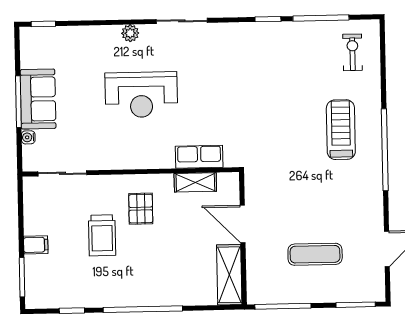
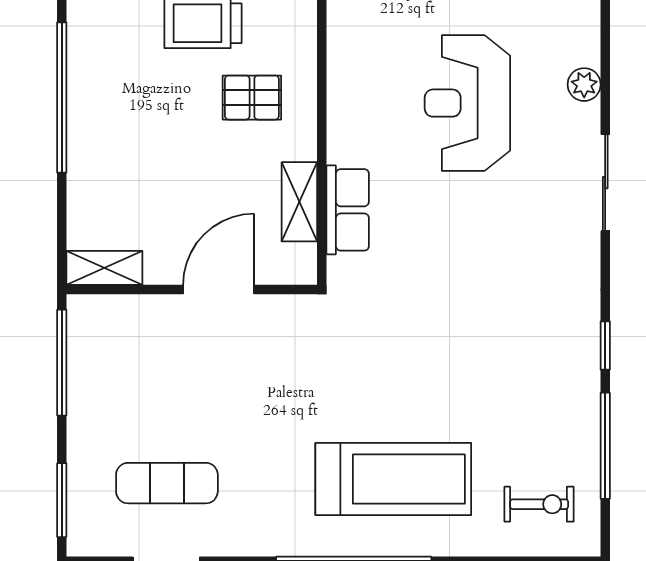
treadmill: (341, 130) -> (393, 479), width x1.37, depth x1.38
exercise mat: (315, 254) -> (167, 483), moved, turned 90
shelving: (229, 275) -> (104, 268), width x0.67, depth x0.75

